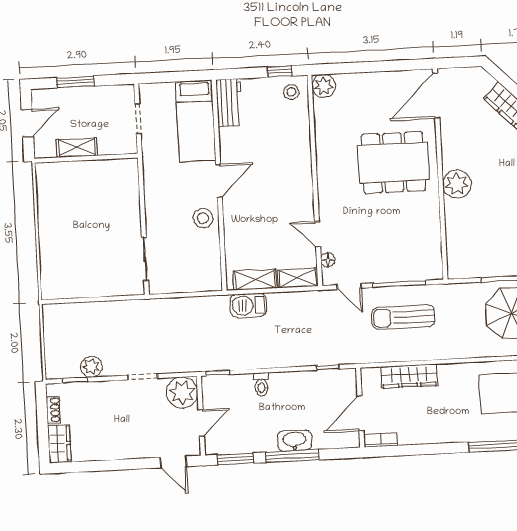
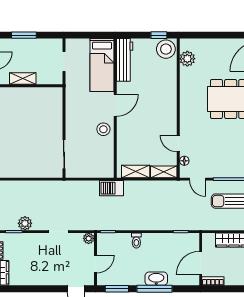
plant: (324, 86) -> (187, 59), moved
stool: (291, 92) -> (166, 49), width x1.89, depth x1.89
workbench: (229, 103) -> (125, 60), width x1.38
barbecue: (248, 305) -> (112, 188), moved
plant: (182, 392) -> (89, 238), width x0.53, depth x0.53

